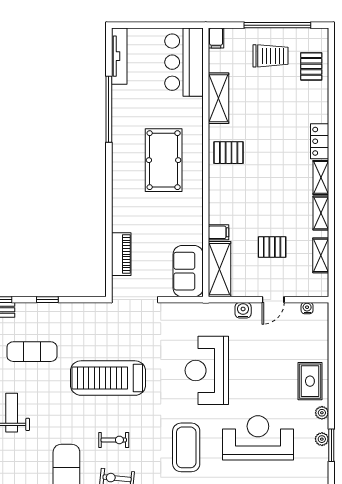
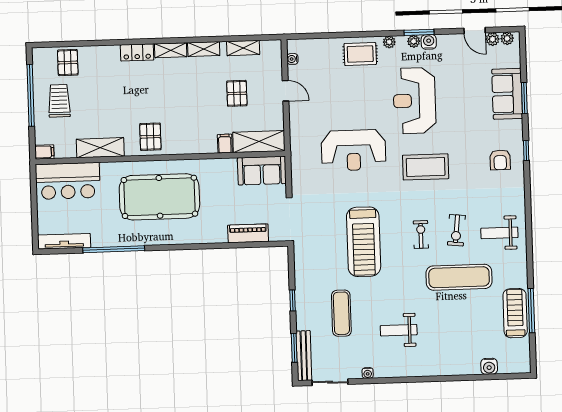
pallet: (311, 66) -> (68, 63), turned 90
pool table: (164, 160) -> (159, 197), width x1.36, depth x1.32
water cooler: (243, 310) -> (429, 42), moved, turned 90

